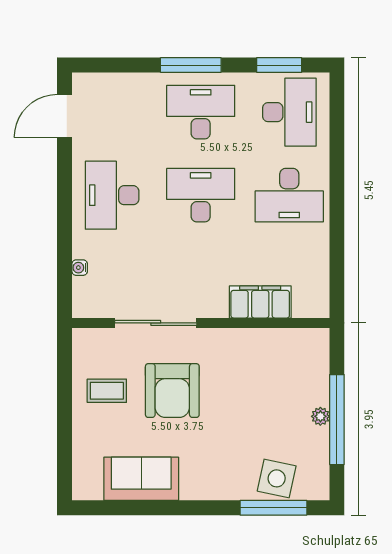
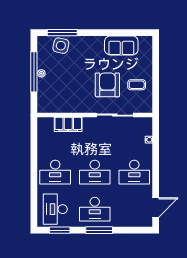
desk: (112, 195) -> (134, 172), turned 90
desk: (289, 195) -> (55, 172), turned 180

